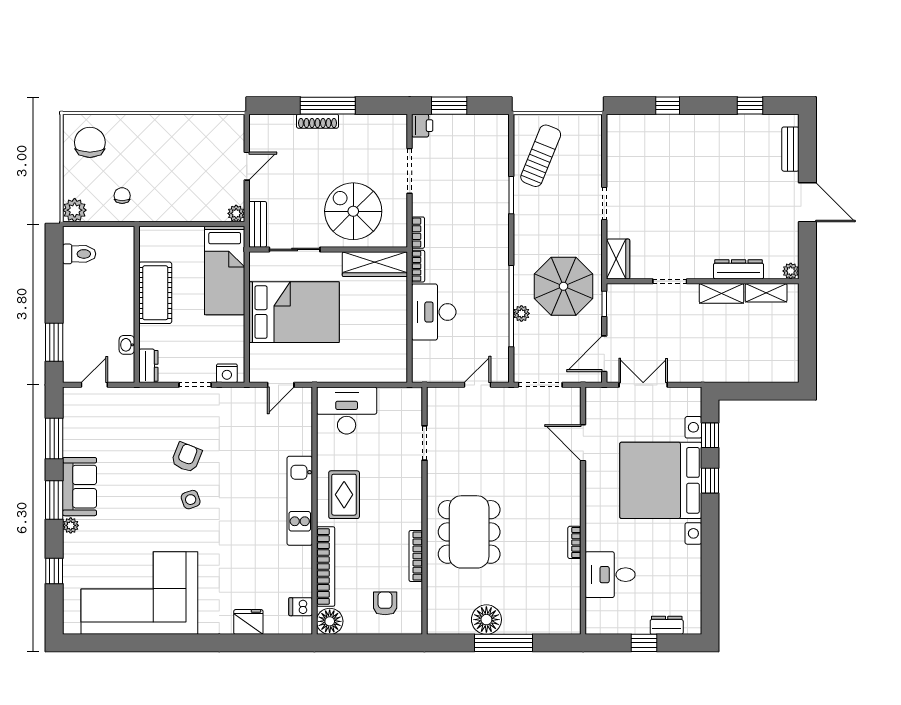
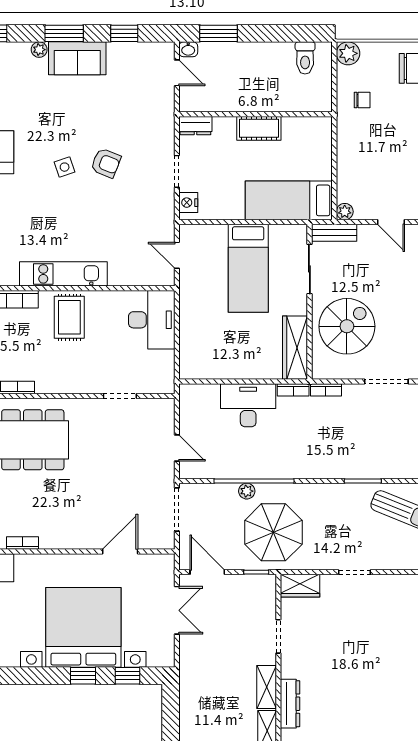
cot: (155, 293) -> (259, 128), width x0.73, depth x0.75
bed: (294, 312) -> (248, 268), width x0.67
washbasin: (127, 345) -> (188, 49), moved, turned 180
window: (54, 439) -> (124, 33), width x0.67
rug: (344, 495) -> (69, 317), turned 90

